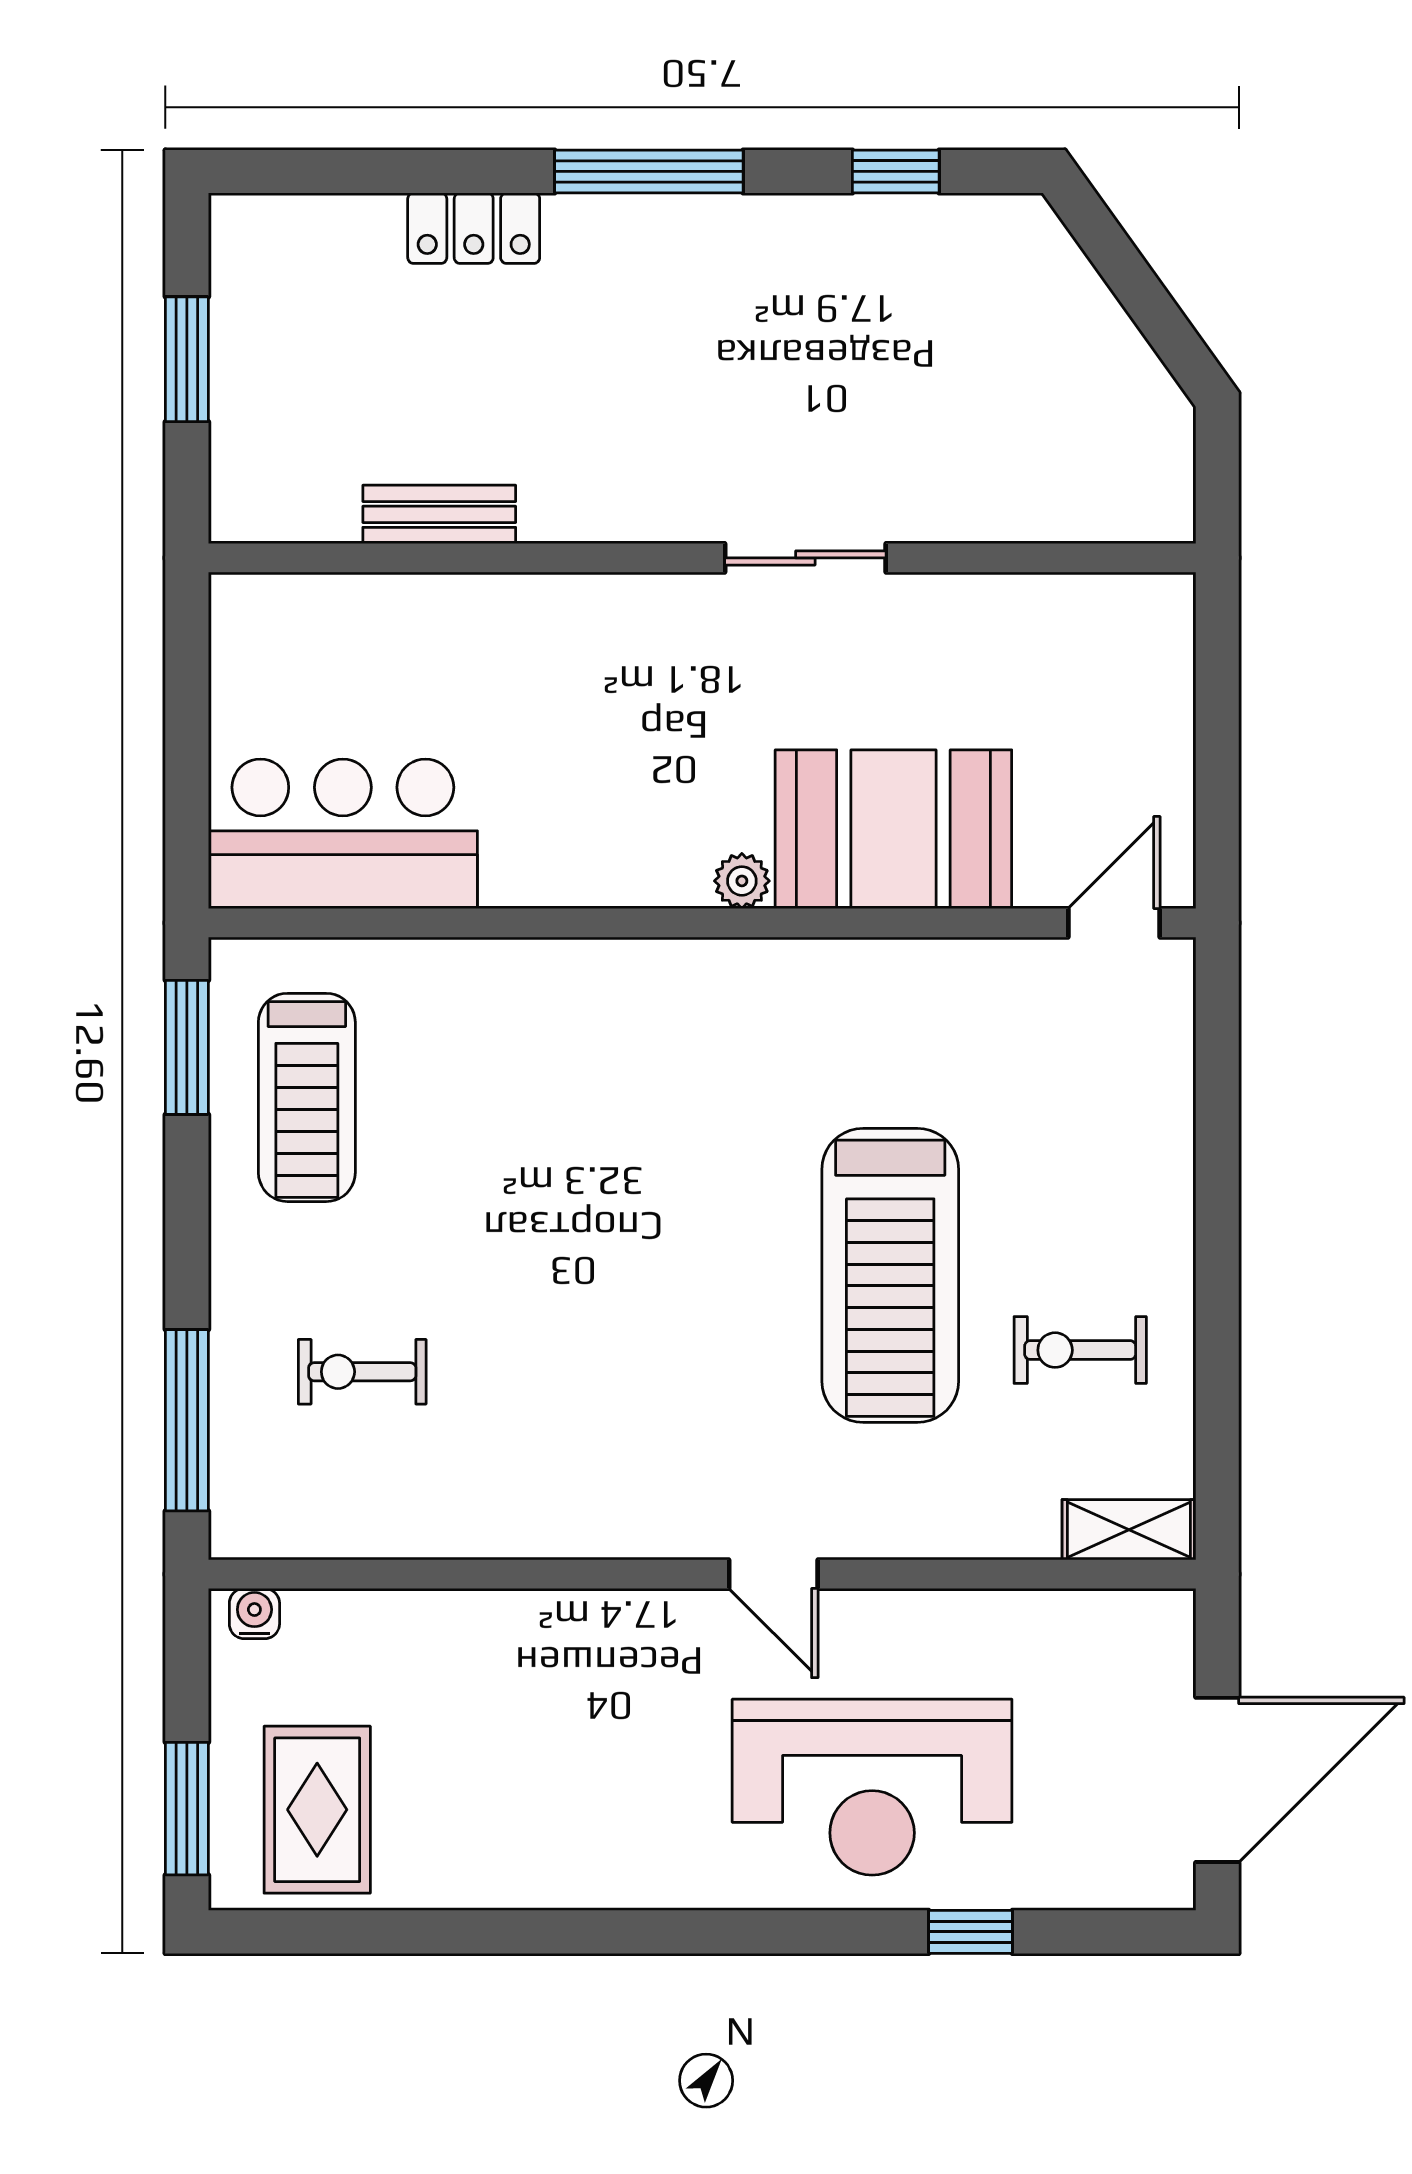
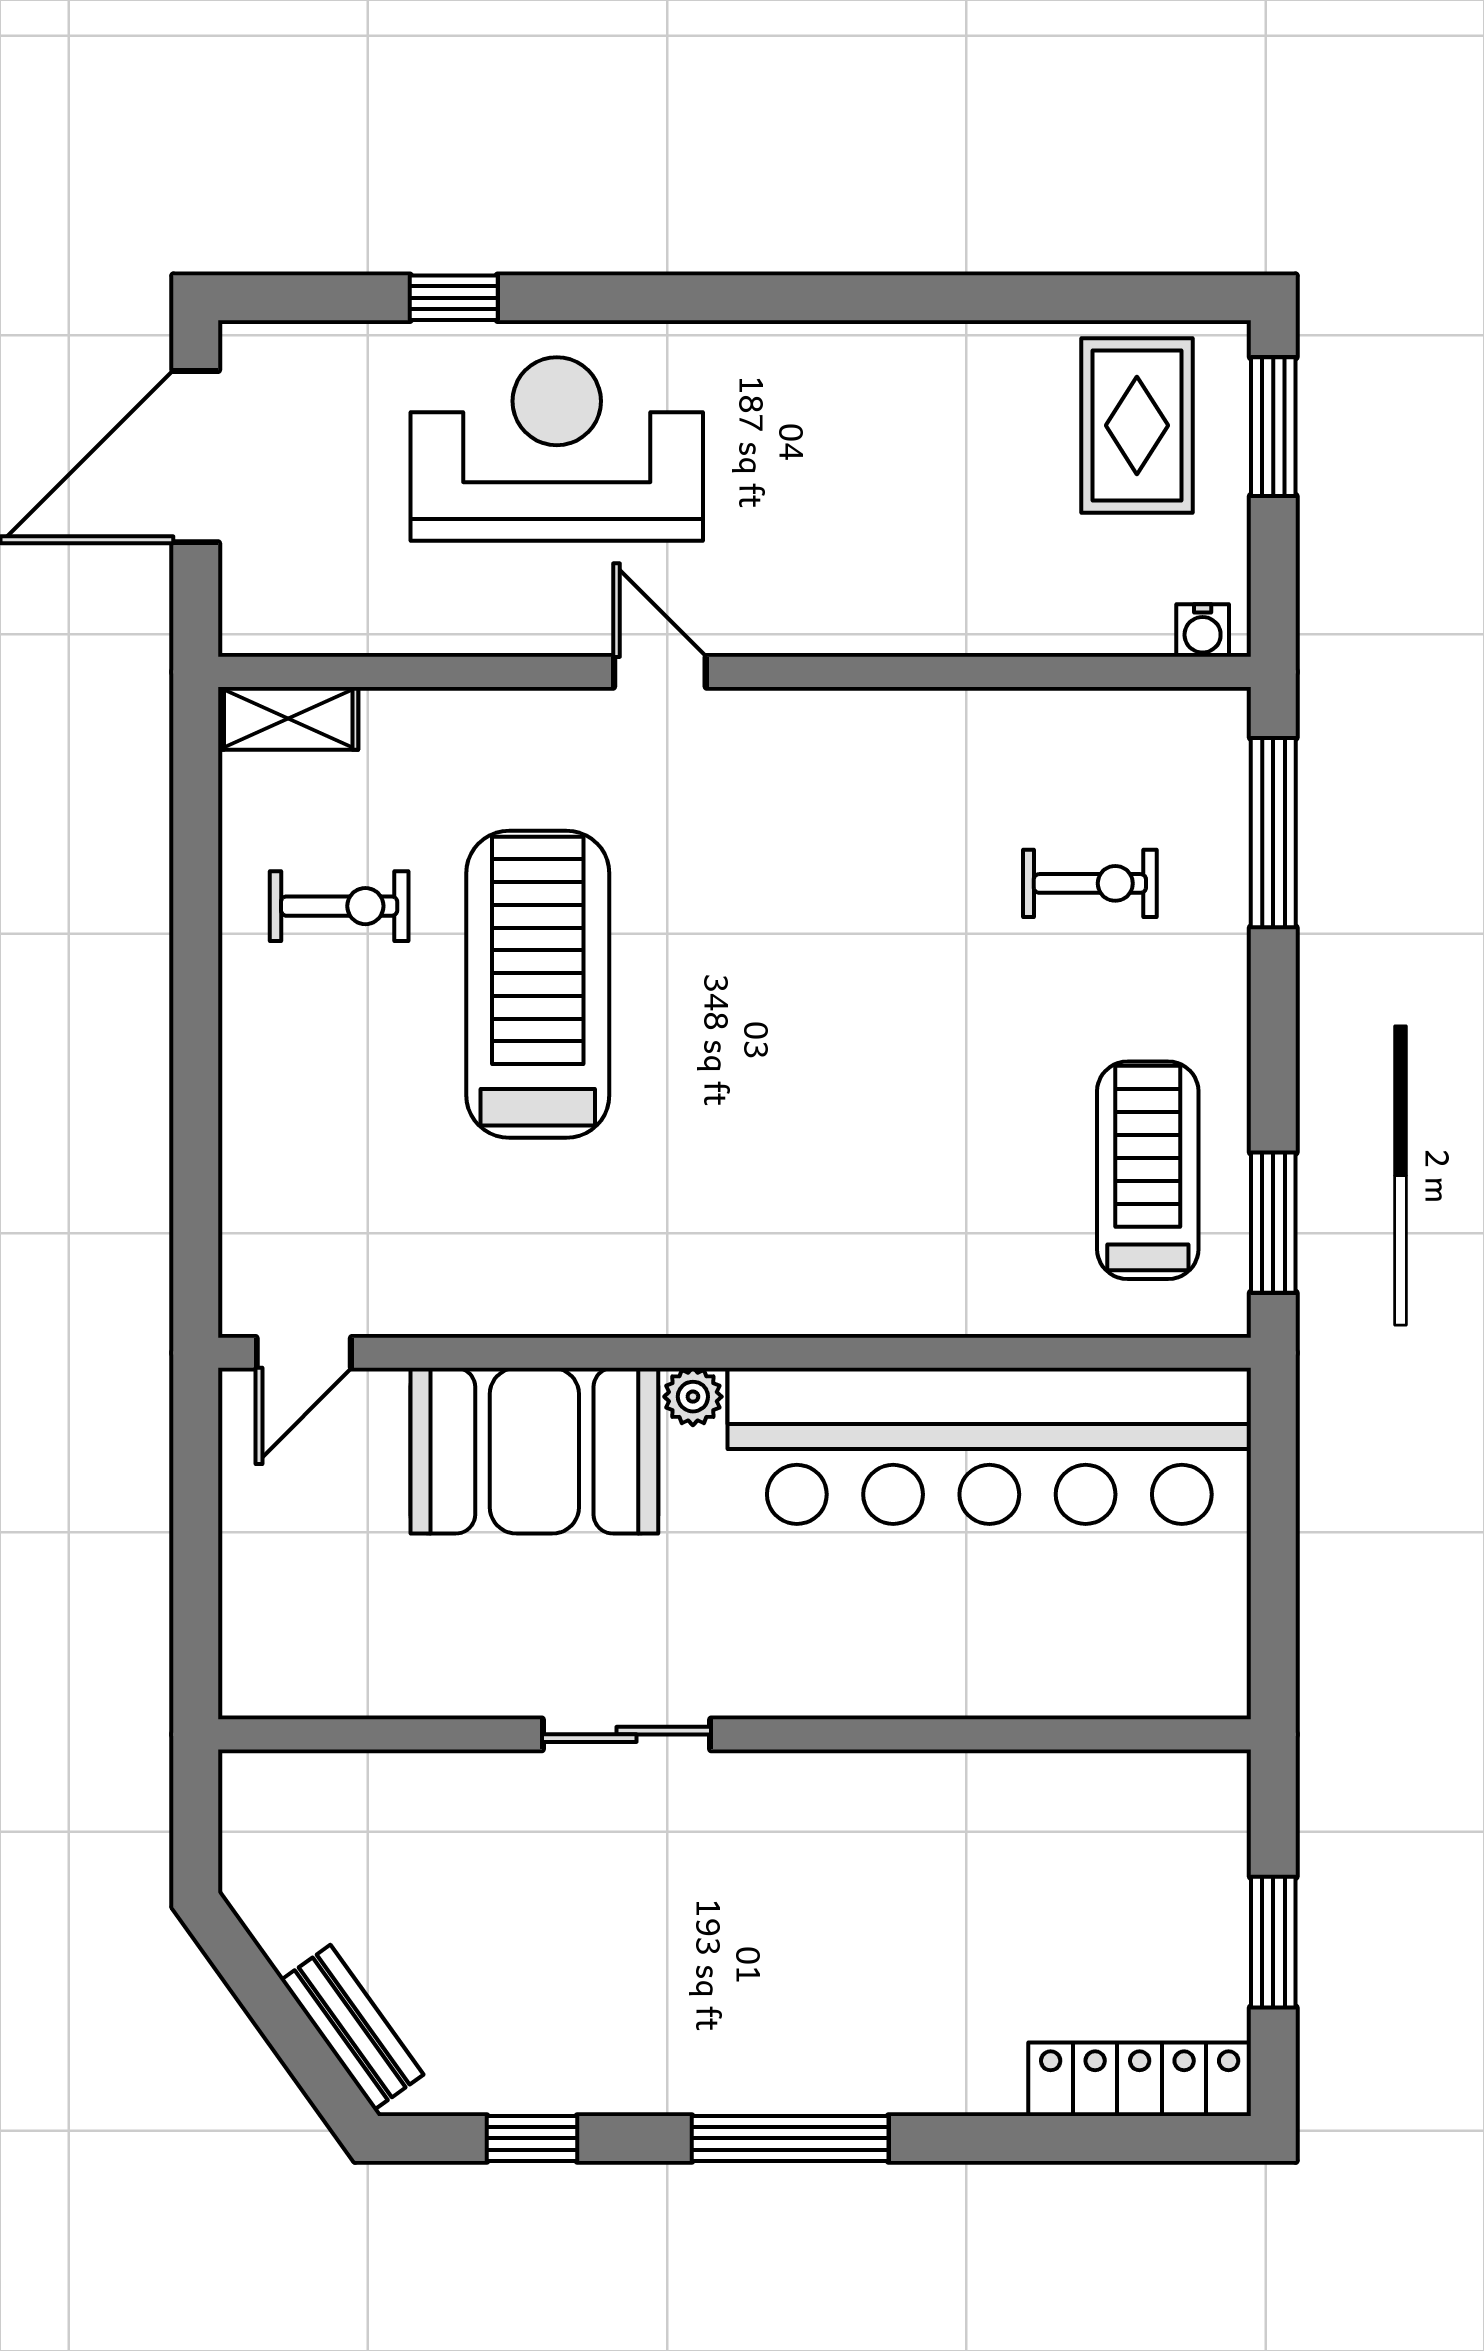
locker: (474, 228) -> (1140, 2079), moved, width x1.53
bench: (439, 514) -> (352, 2027), moved, turned 54
bar counter: (343, 834) -> (989, 1446), width x1.86

